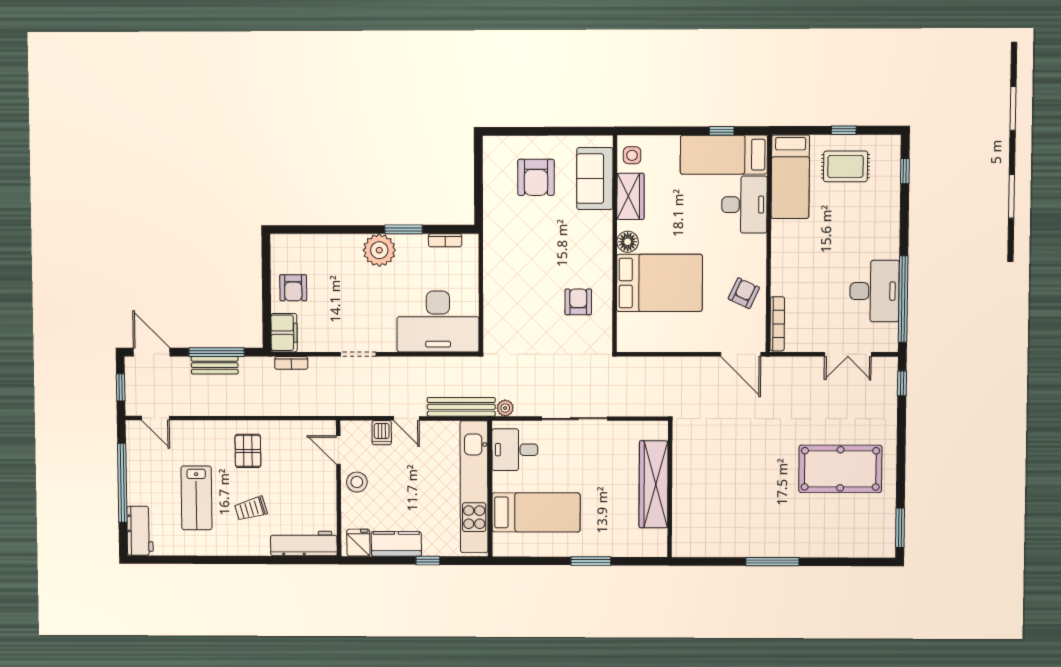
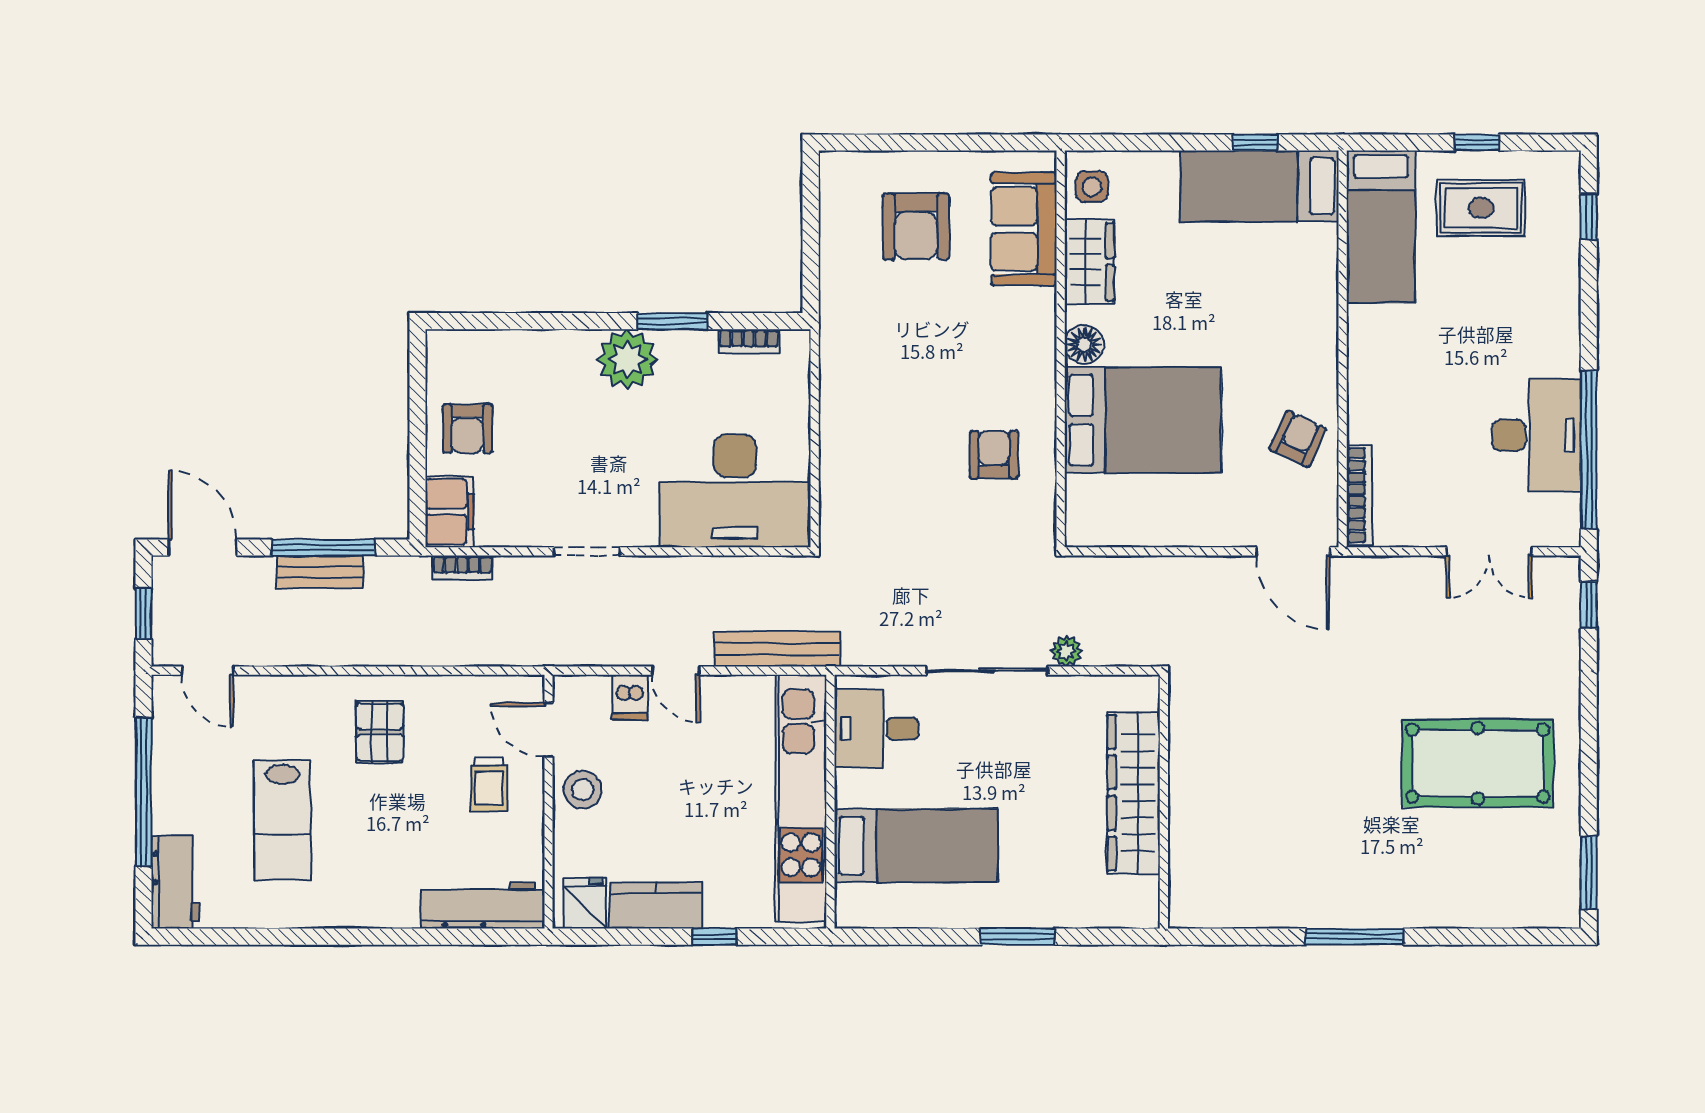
desk: (744, 205) -> (1298, 277), removed
plant: (505, 408) -> (1067, 651), moved
trolley: (251, 509) -> (489, 784), moved, turned -74

